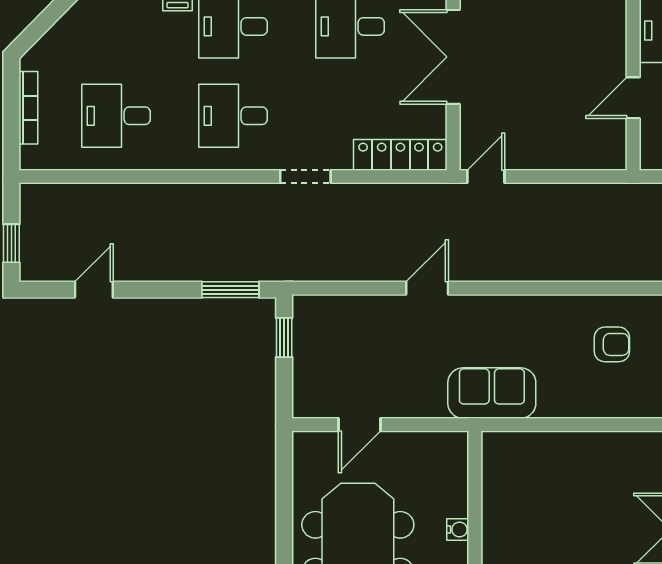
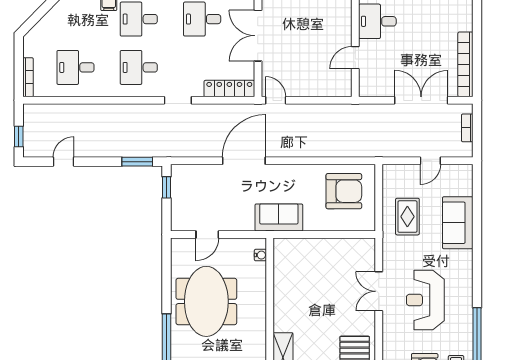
bookcase: (28, 108) -> (28, 77), moved
door: (486, 177) -> (276, 100), hinge flipped
door: (427, 288) -> (244, 161), width x1.88
armchair: (612, 344) -> (344, 191), width x1.88, depth x1.88
water cooler: (458, 530) -> (260, 255), moved

